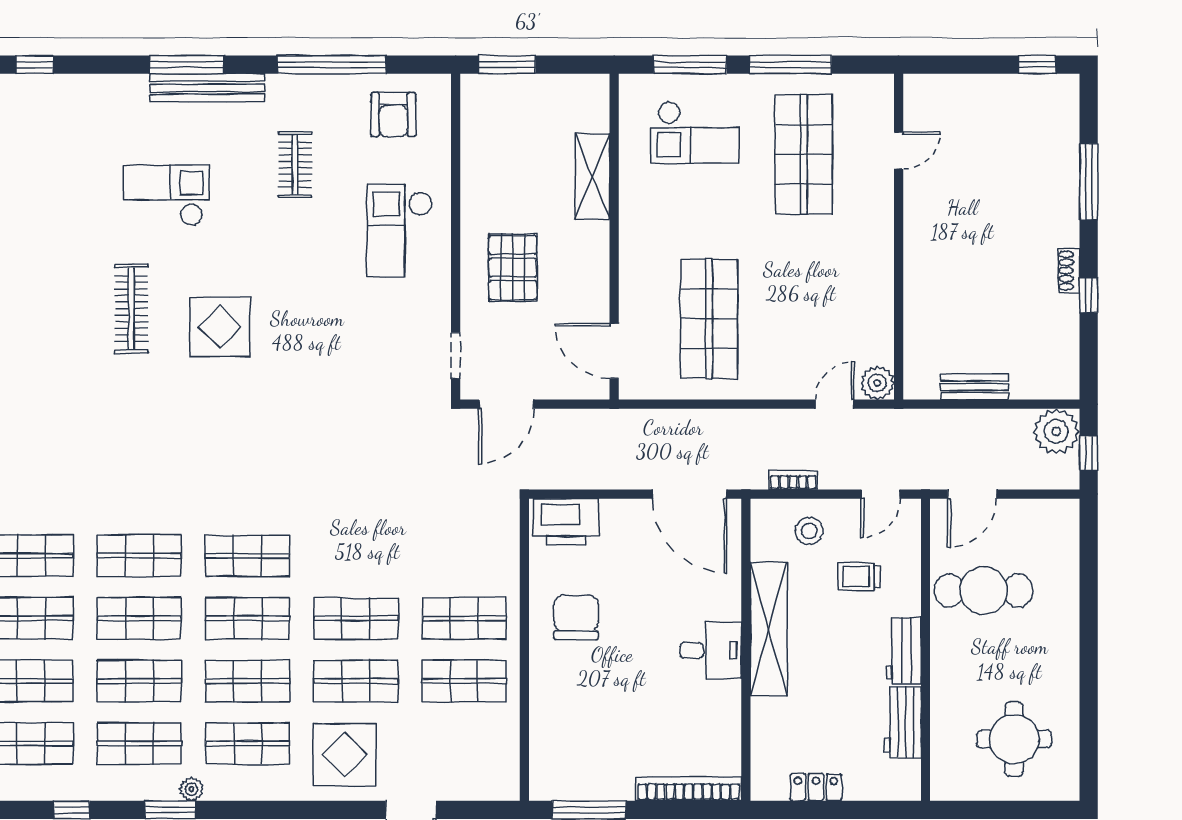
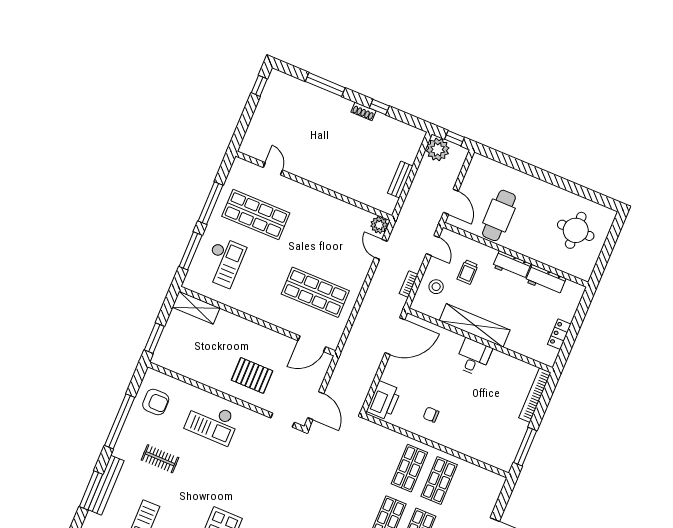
shelving: (593, 177) -> (196, 308), moved
chair: (576, 617) -> (431, 415), width x0.54, depth x0.54

